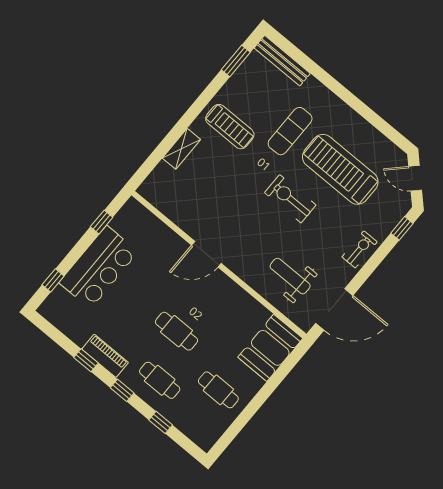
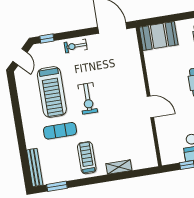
weight bench: (290, 276) -> (120, 62), removed

